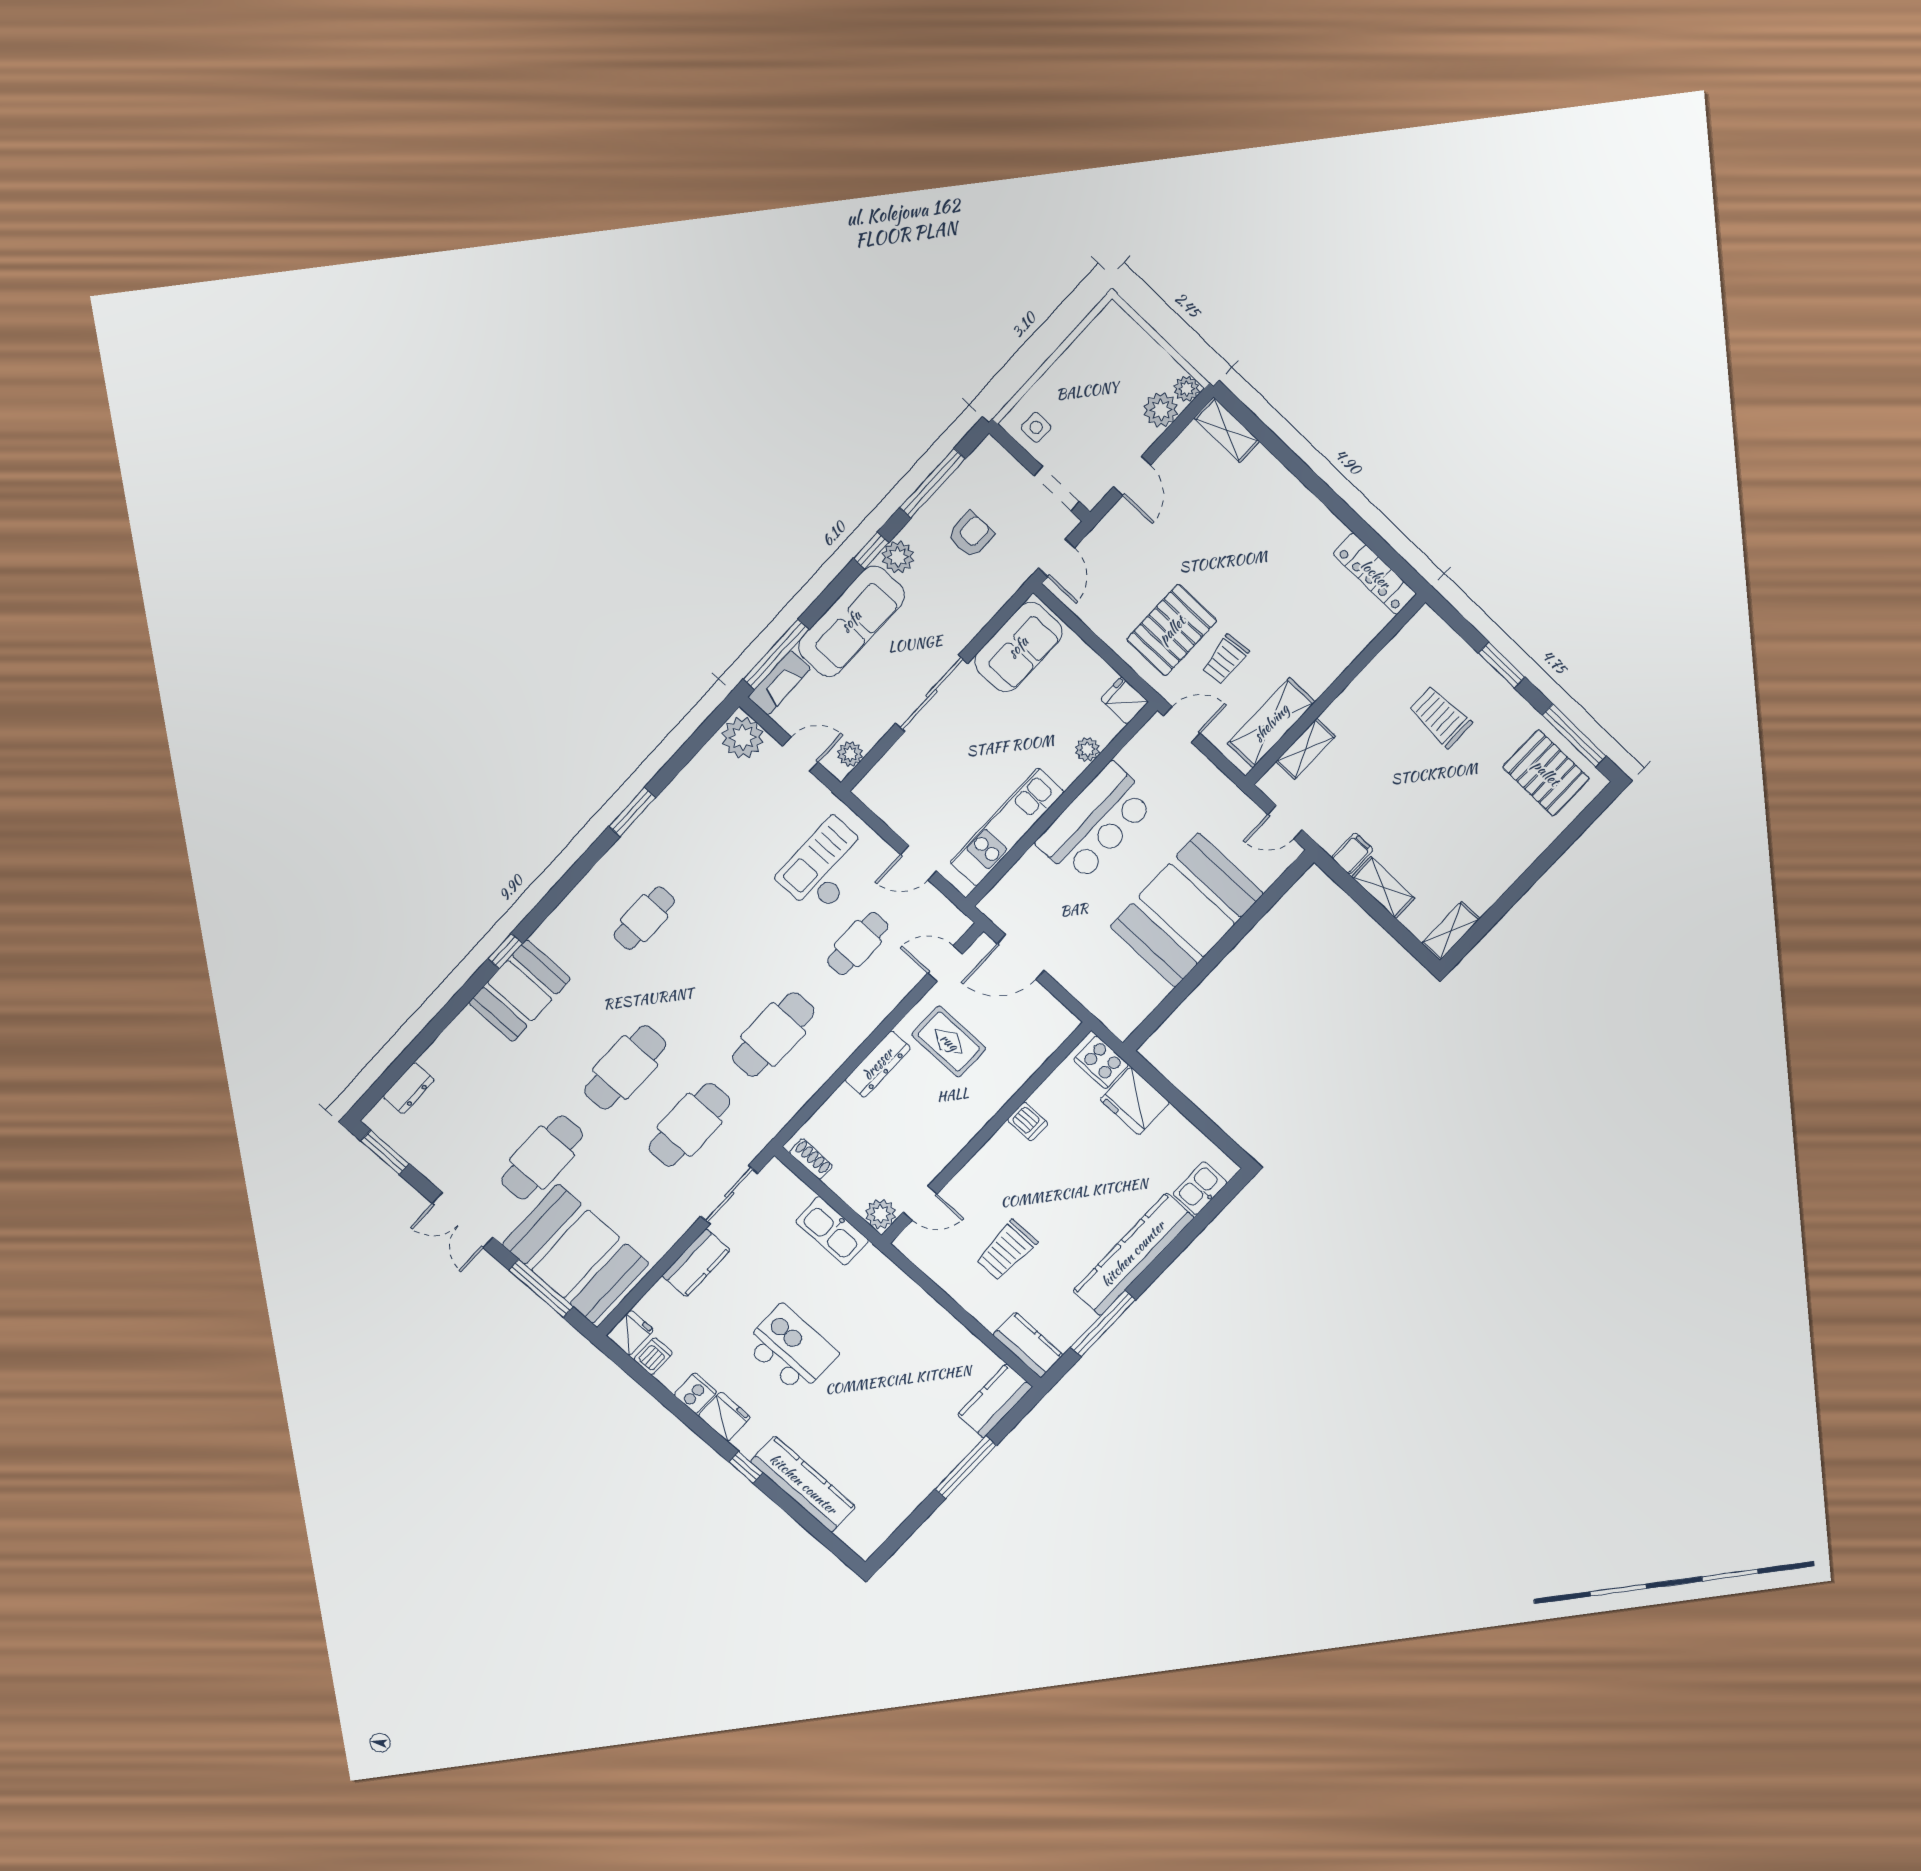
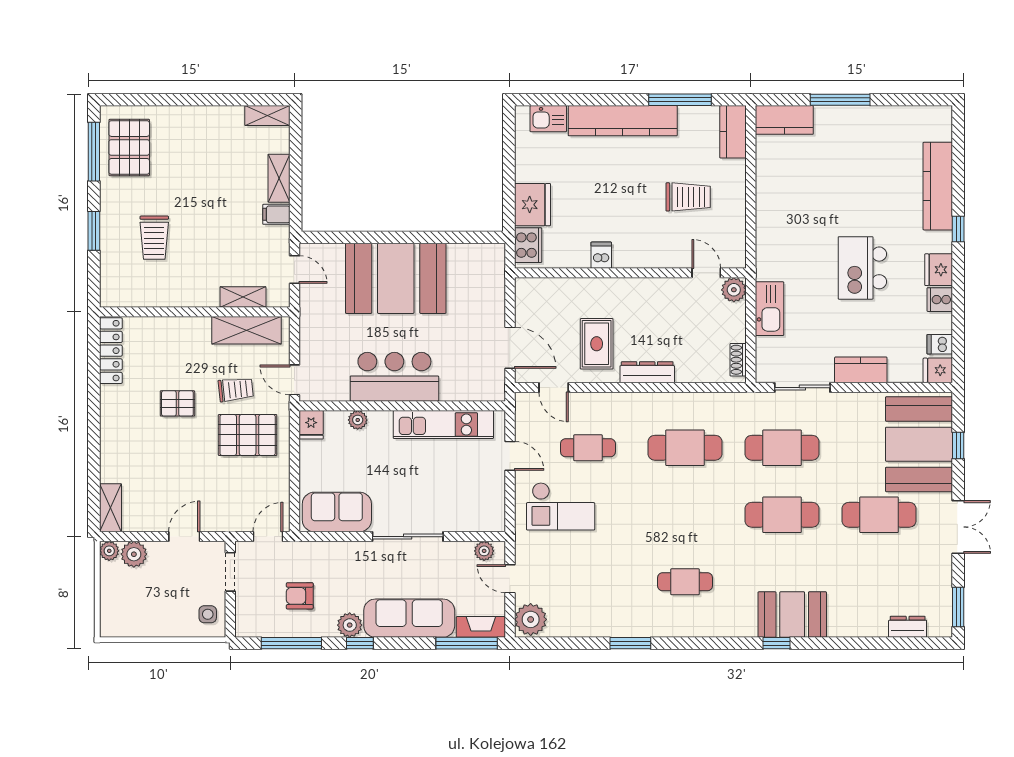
pallet: (1265, 591) -> (177, 403), added
window: (541, 1289) -> (958, 446), width x0.46

